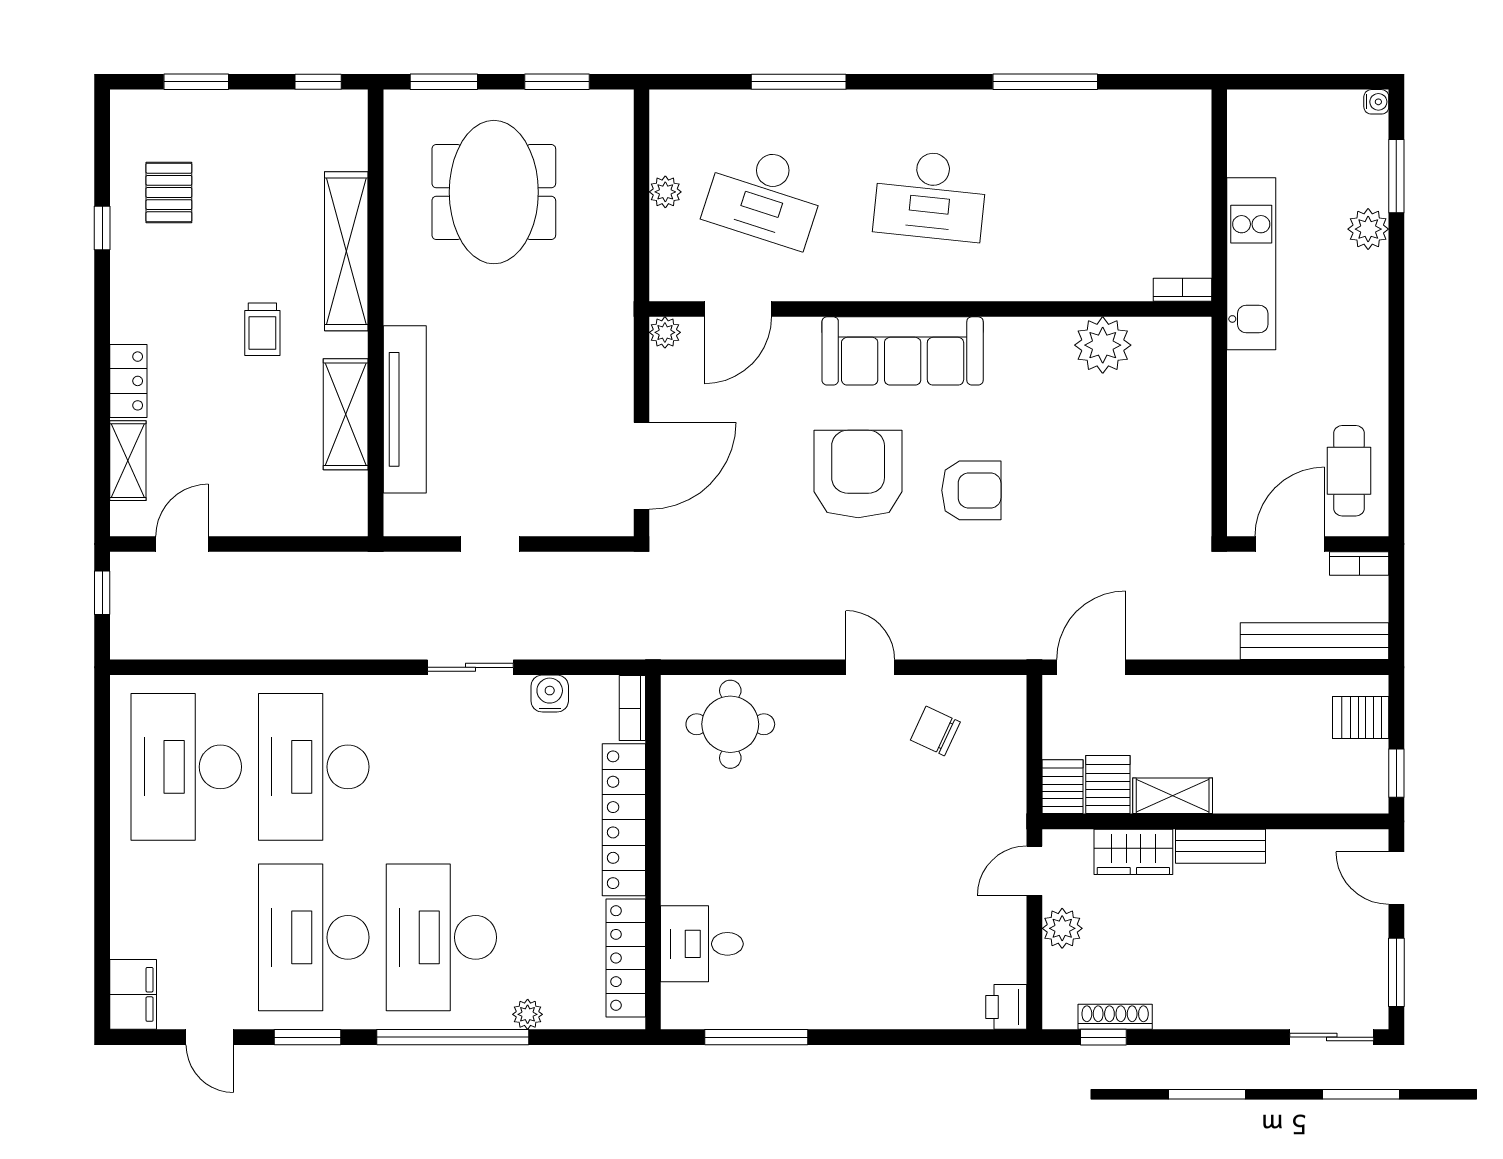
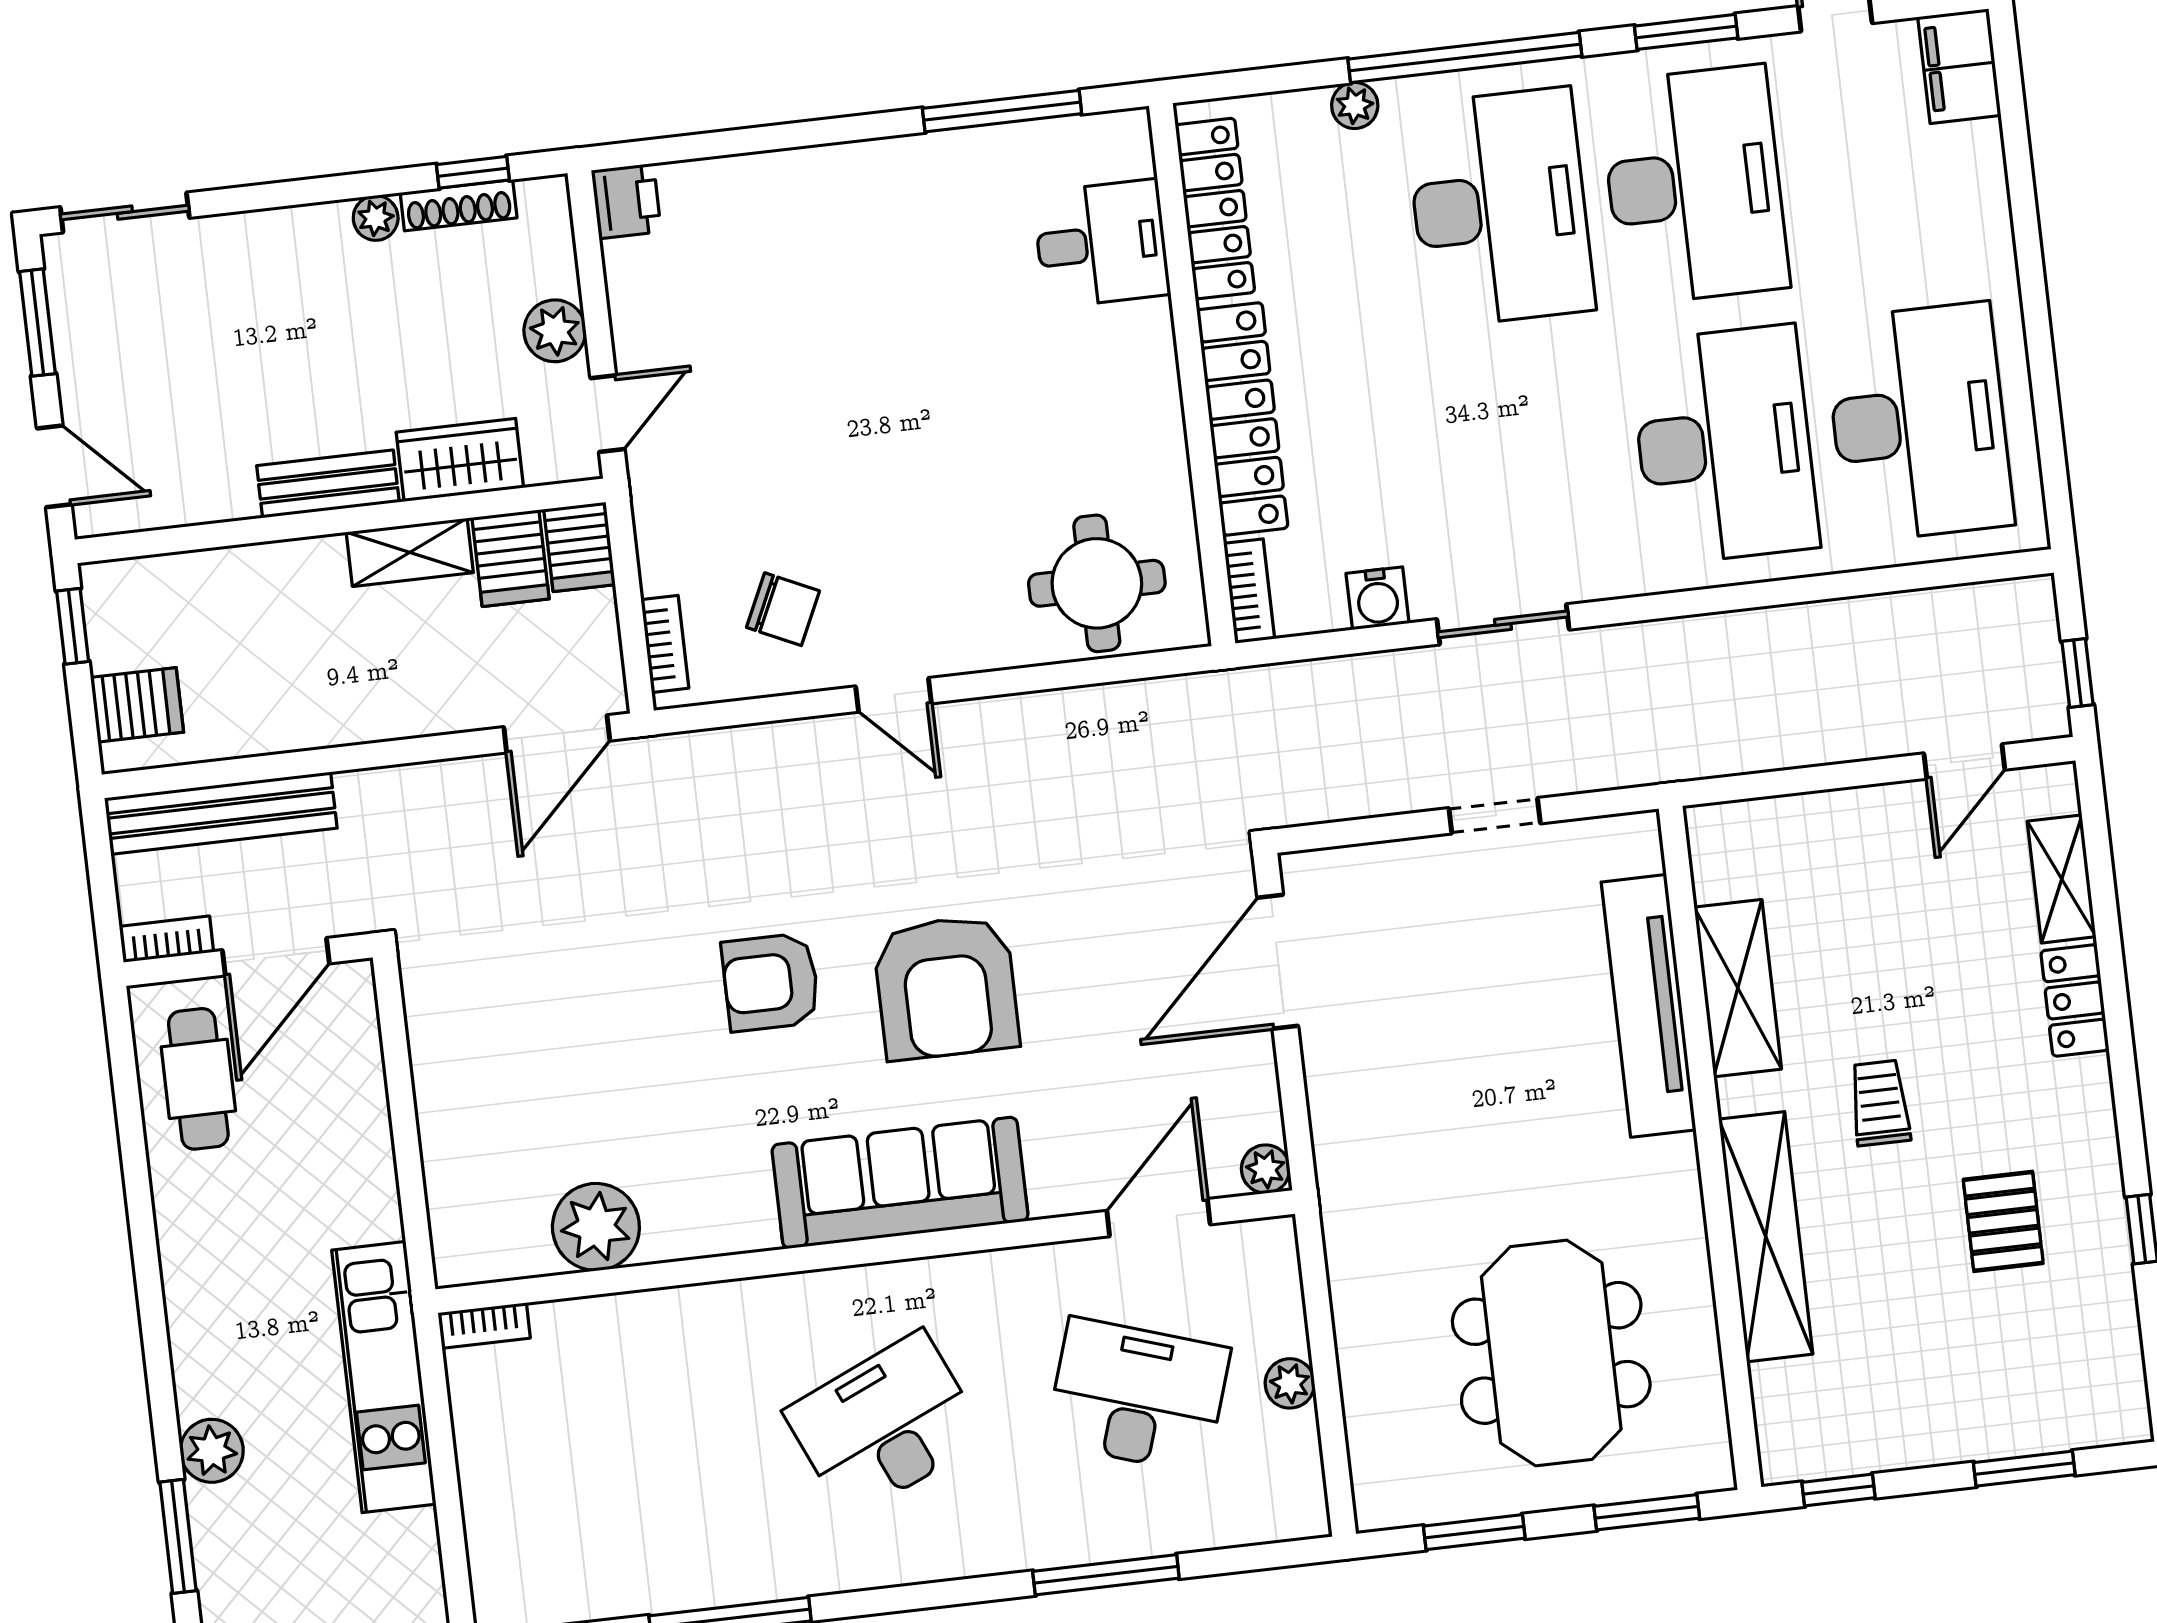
pallet: (169, 193) -> (2003, 1221), moved
desk: (930, 195) -> (885, 1425), turned -30
bookcase: (1014, 717) -> (665, 644), added
plant: (1170, 1015) -> (376, 218), added

